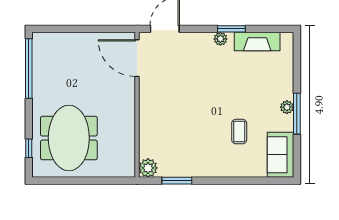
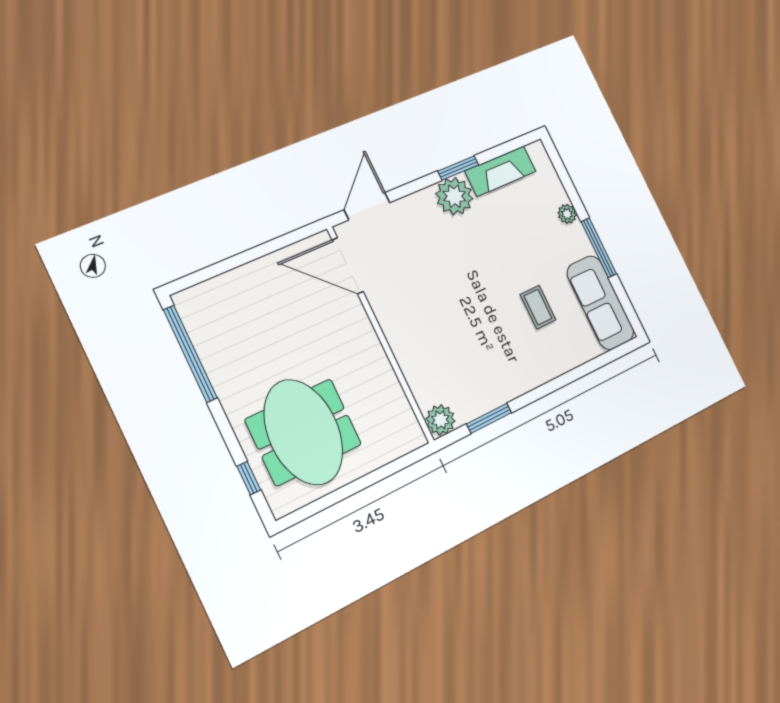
plant: (220, 39) -> (454, 196), width x1.87, depth x1.87
plant: (287, 107) -> (567, 214), moved
sofa: (281, 155) -> (600, 303), width x1.36

